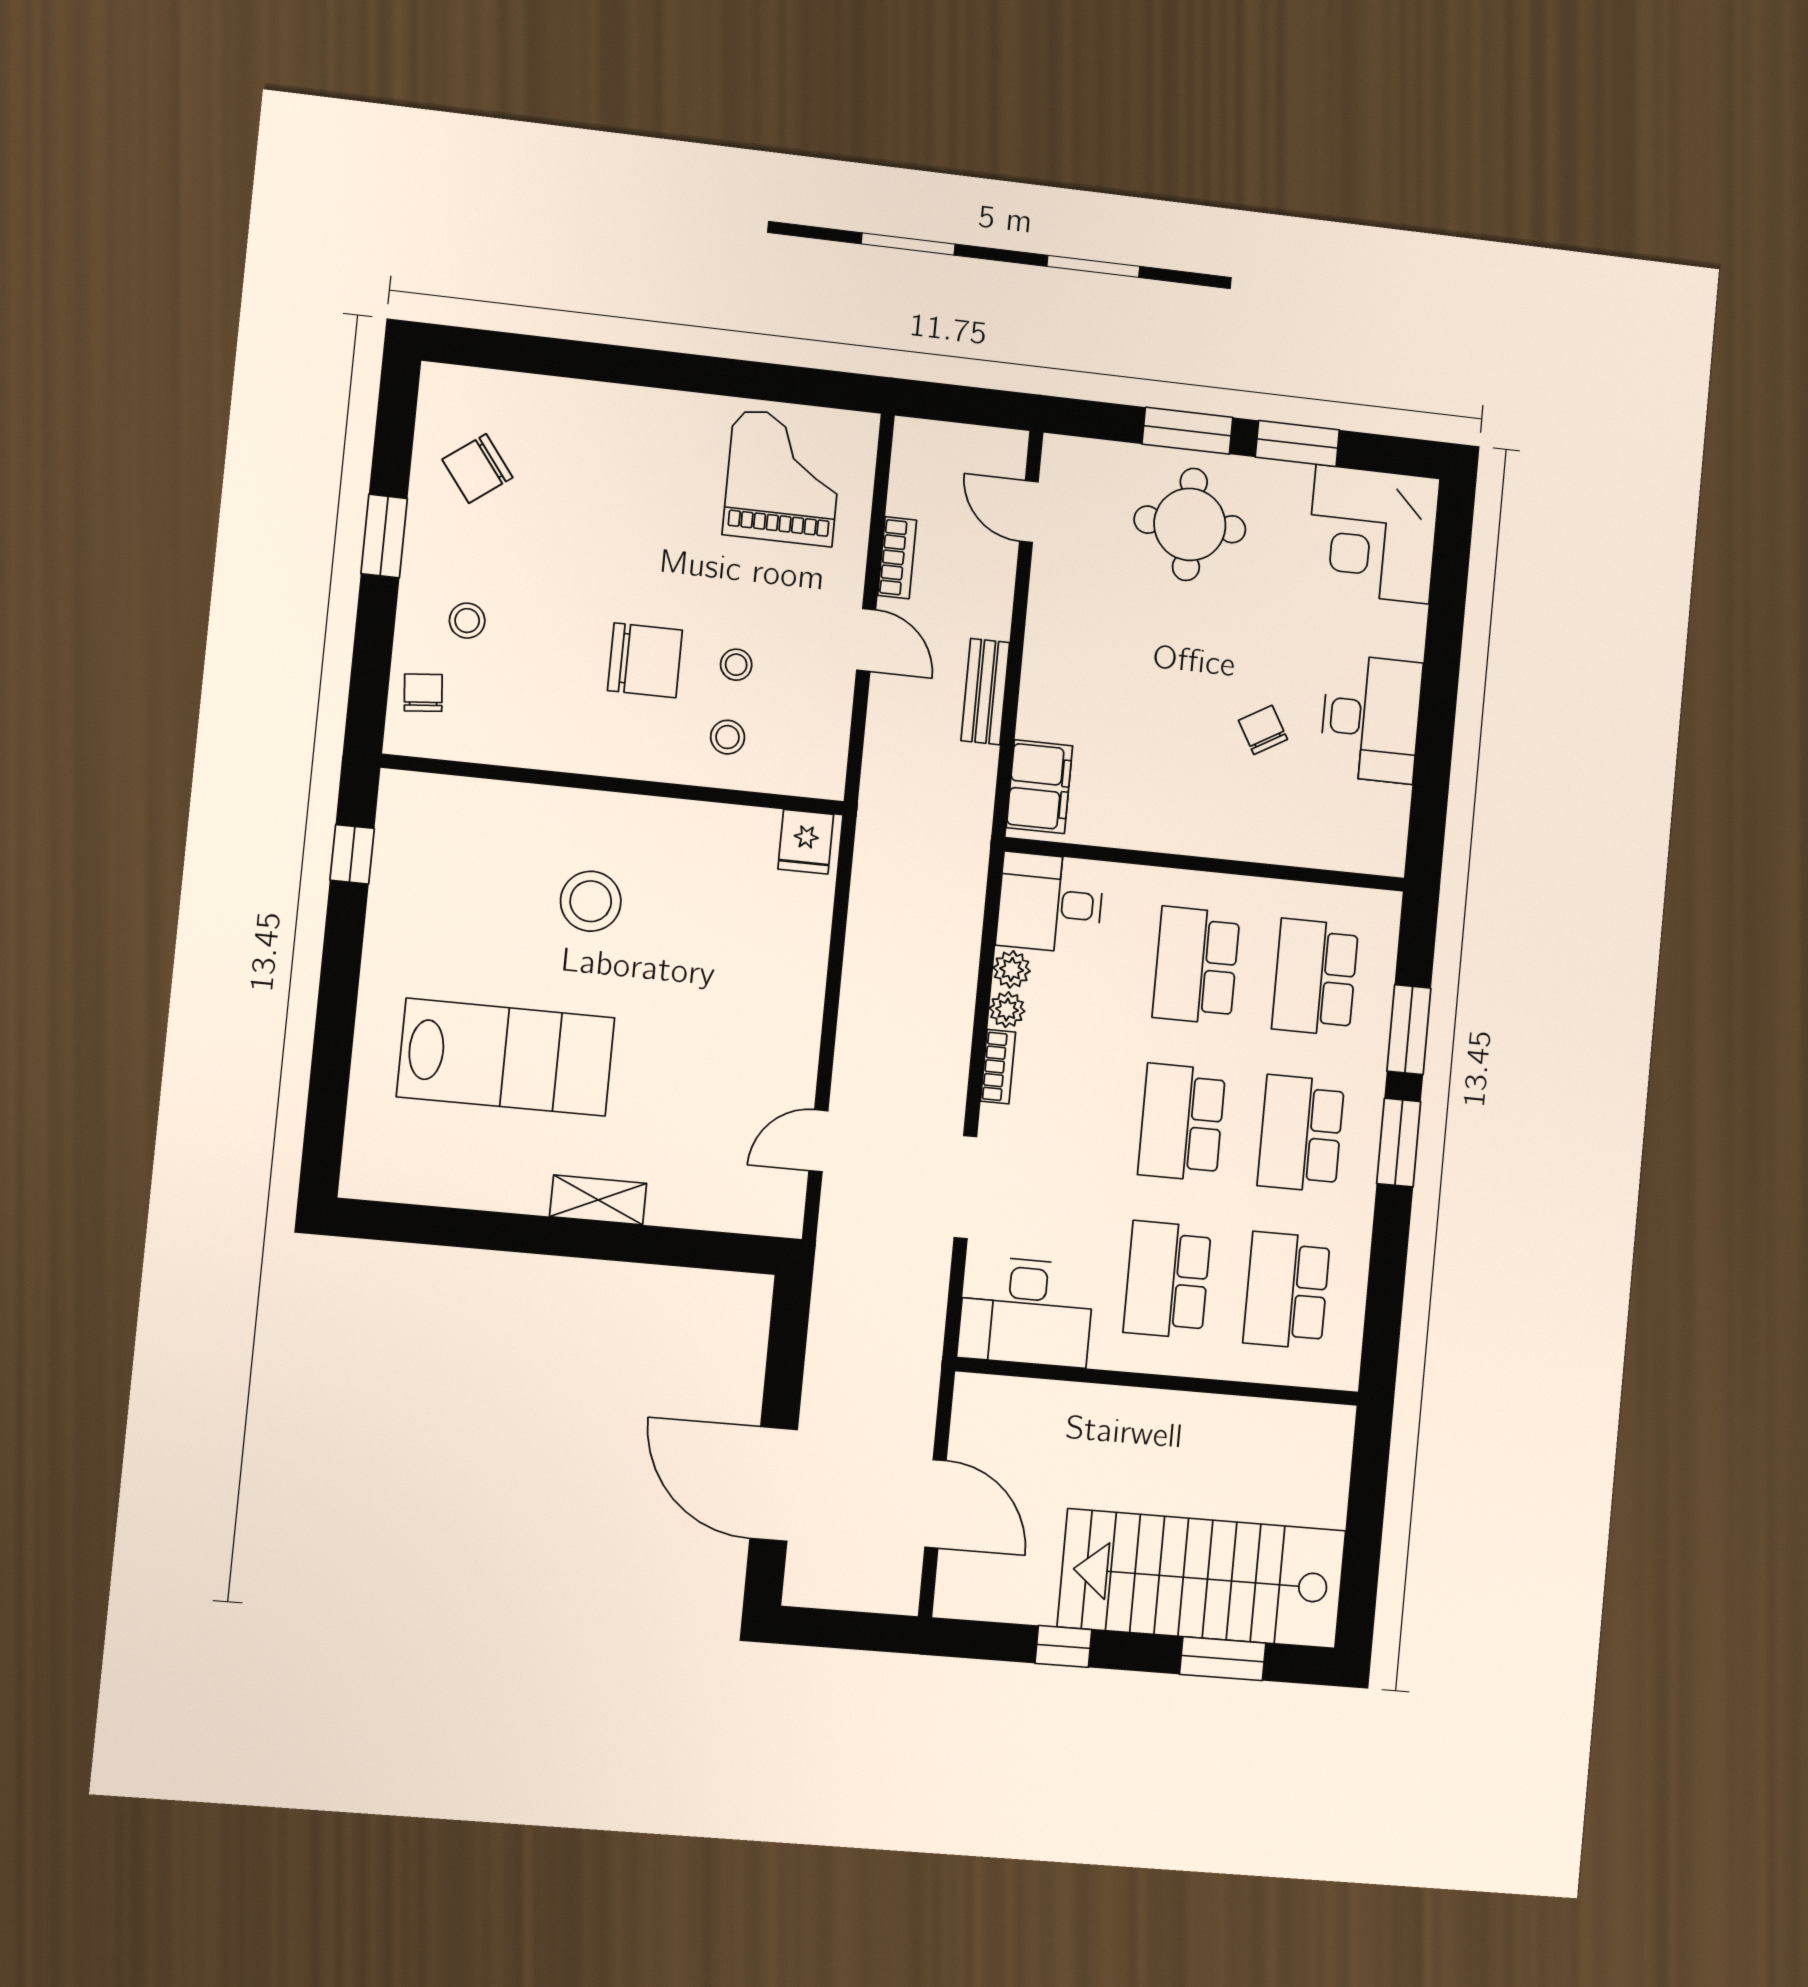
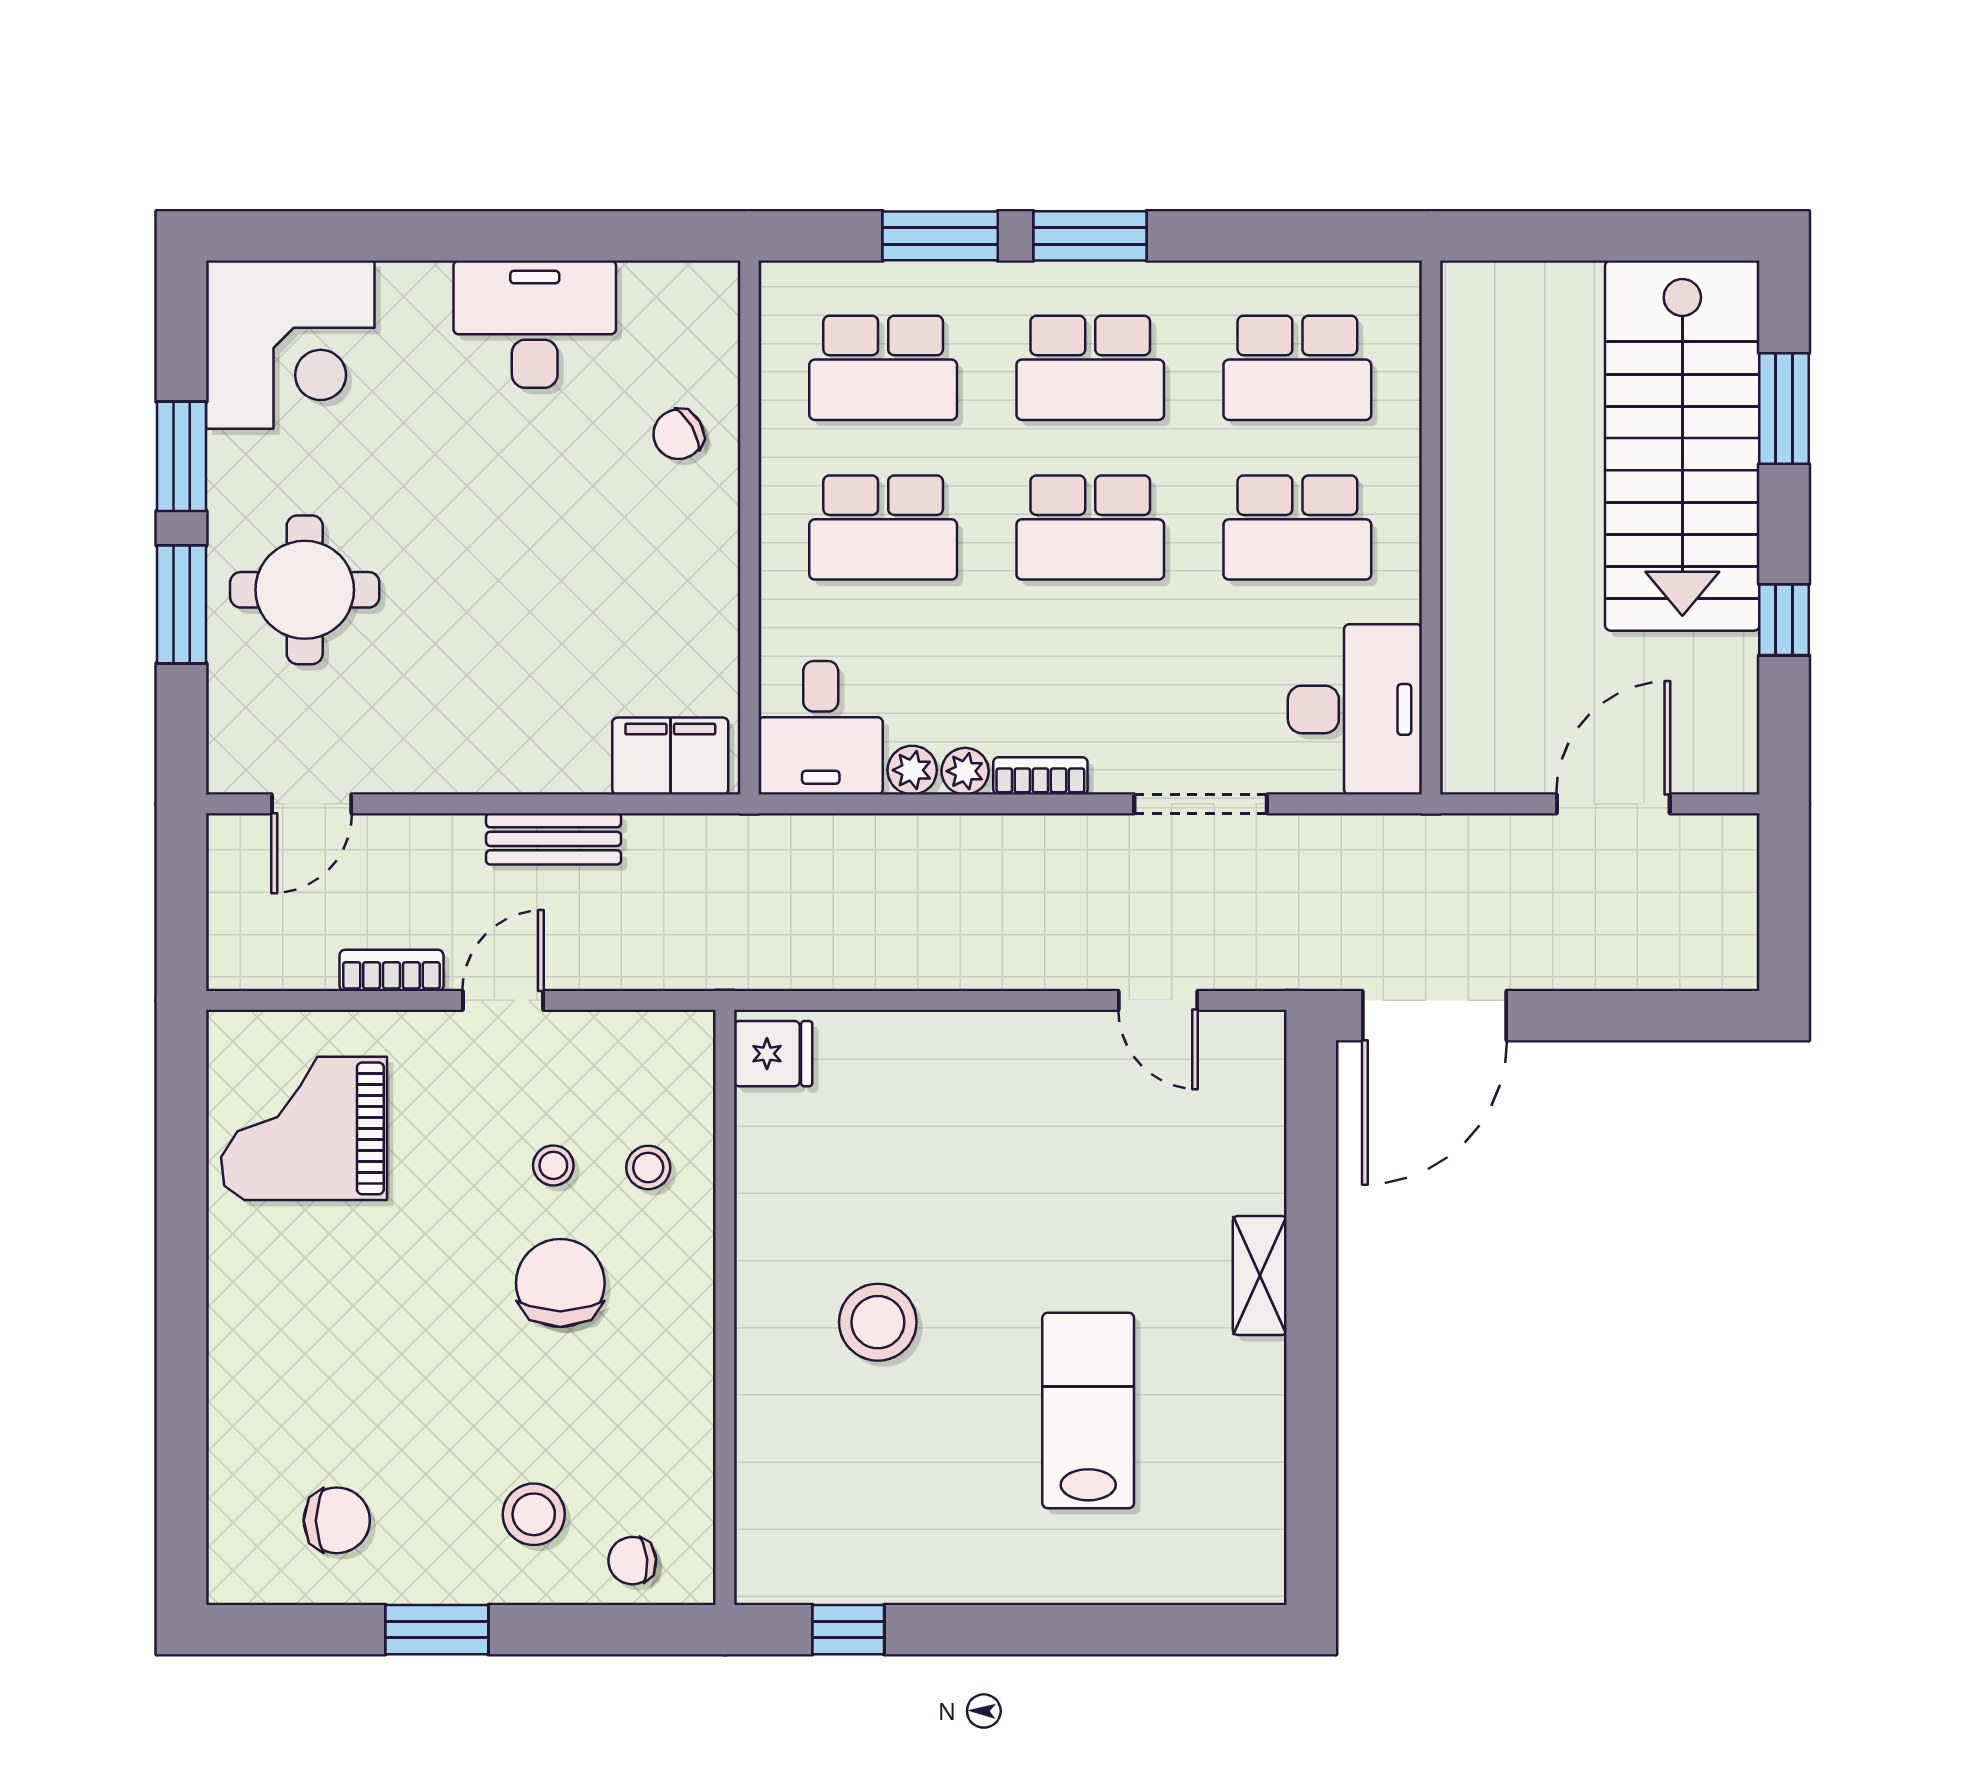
chair: (478, 469) -> (337, 1520), turned -53
stool: (467, 621) -> (534, 1514), width x1.37, depth x1.37
chair: (1263, 730) -> (678, 434), moved
lab bench: (506, 1057) -> (1088, 1410), width x0.73, depth x0.72
door: (774, 1484) -> (1435, 1016), moved

